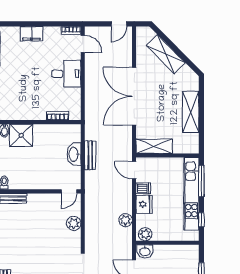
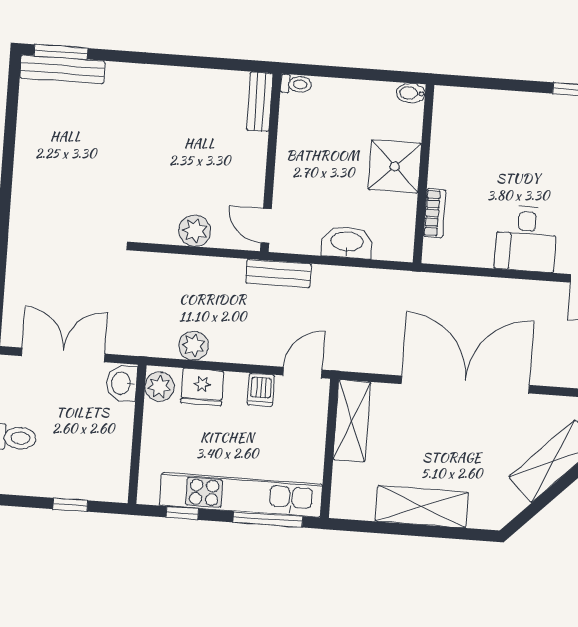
shower: (21, 135) -> (395, 166), moved
bench: (90, 155) -> (278, 274), moved
fridge: (144, 204) -> (202, 387), moved

